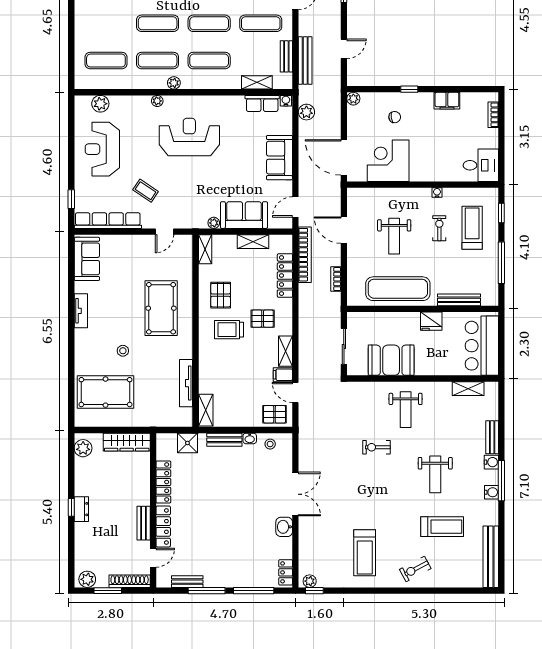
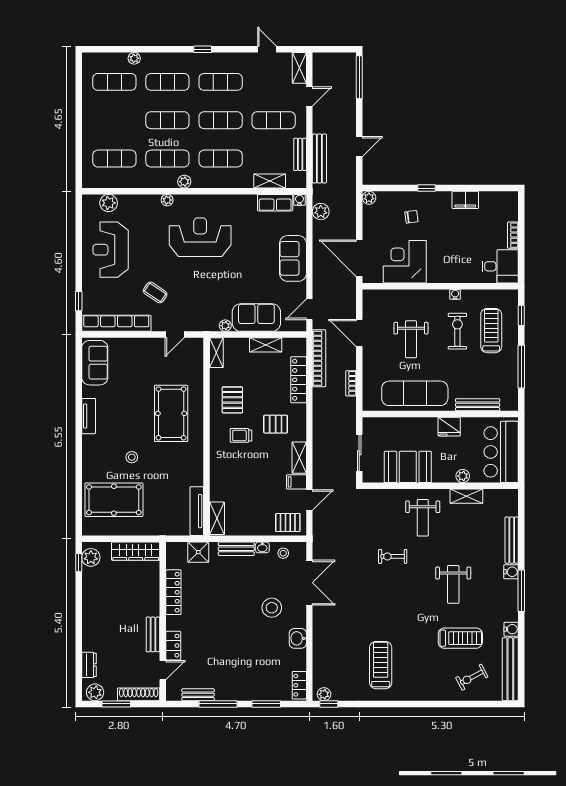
bookcase: (493, 115) -> (513, 235), moved
exercise bike: (439, 228) -> (457, 331), width x1.38, depth x1.39
trolley: (229, 330) -> (241, 435), width x0.73, depth x0.72
plant: (444, 369) -> (463, 476), added
tv unit: (186, 383) -> (197, 511), moved
shelving: (468, 389) -> (466, 496), moved
door: (295, 392) -> (309, 500), swing flipped
bench: (492, 437) -> (512, 540), width x1.36
water cooler: (492, 492) -> (511, 629), moved
double door: (295, 494) -> (309, 583), moved
stool: (259, 497) -> (272, 608), added
window: (71, 507) -> (79, 563), moved
dresser: (81, 509) -> (89, 665), moved
locker: (163, 526) -> (173, 646), width x0.66
treadmill: (365, 553) -> (381, 665), turned 180
exercise bike: (415, 569) -> (472, 677), moved
window: (254, 591) -> (266, 704), width x0.69

